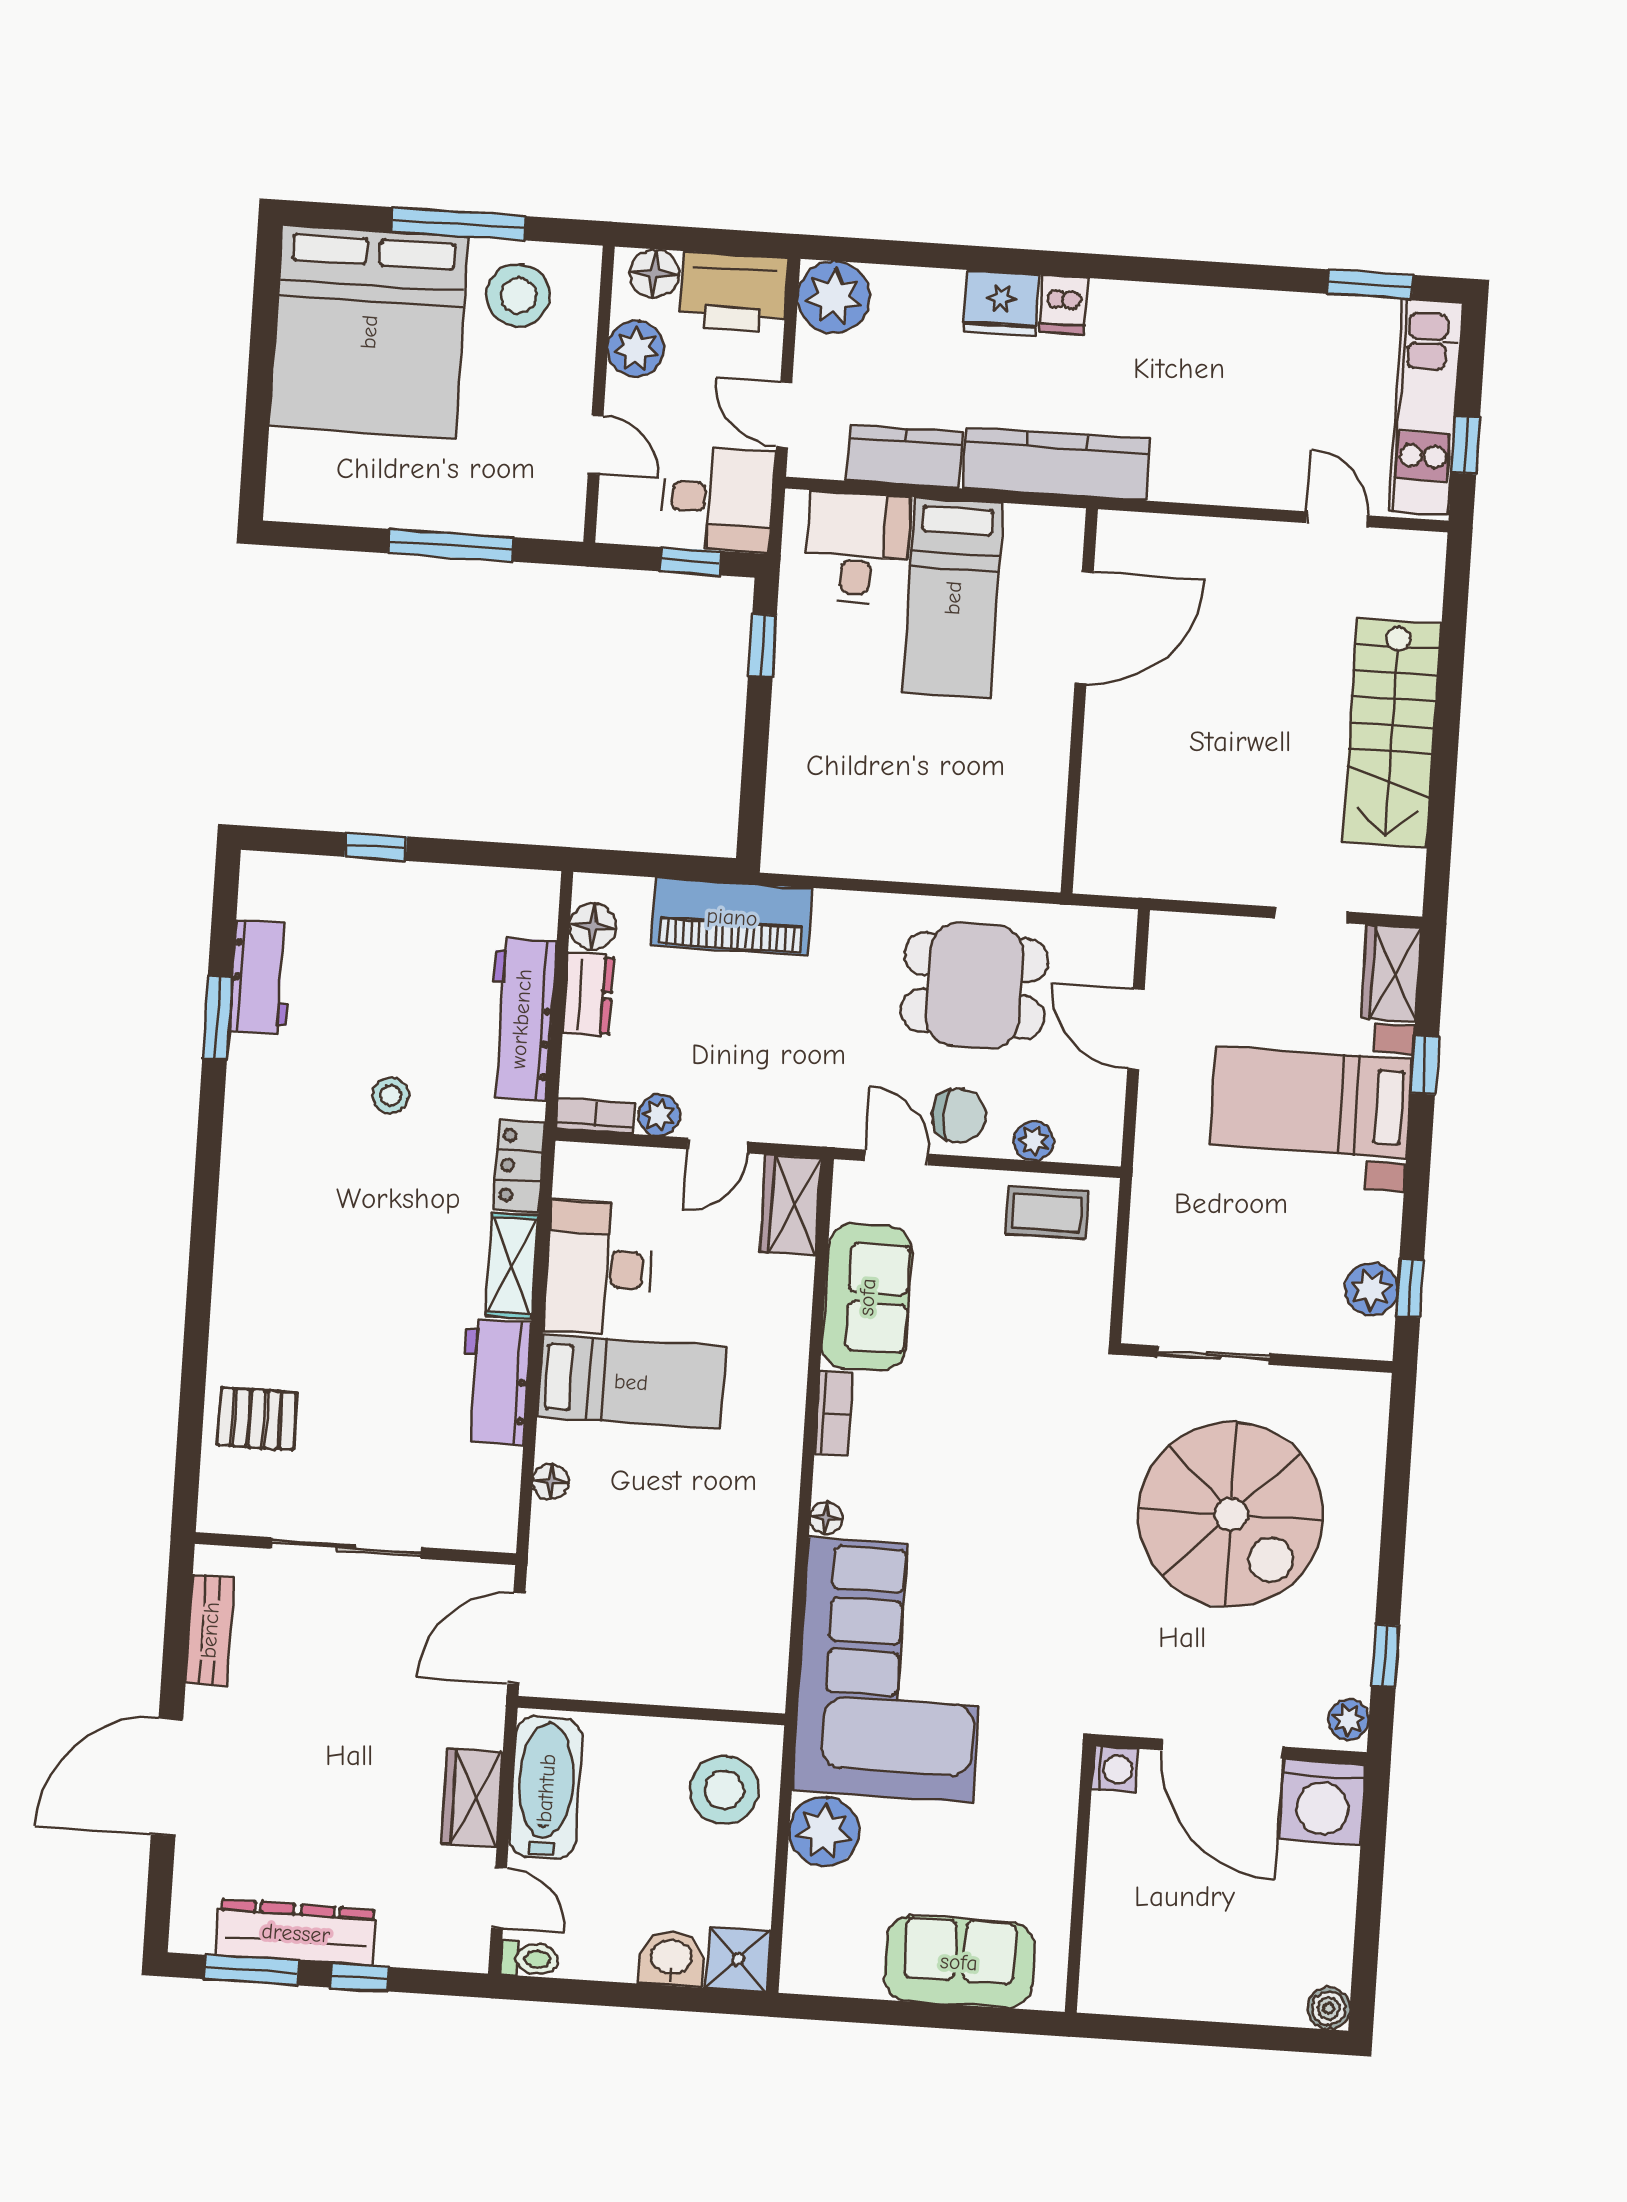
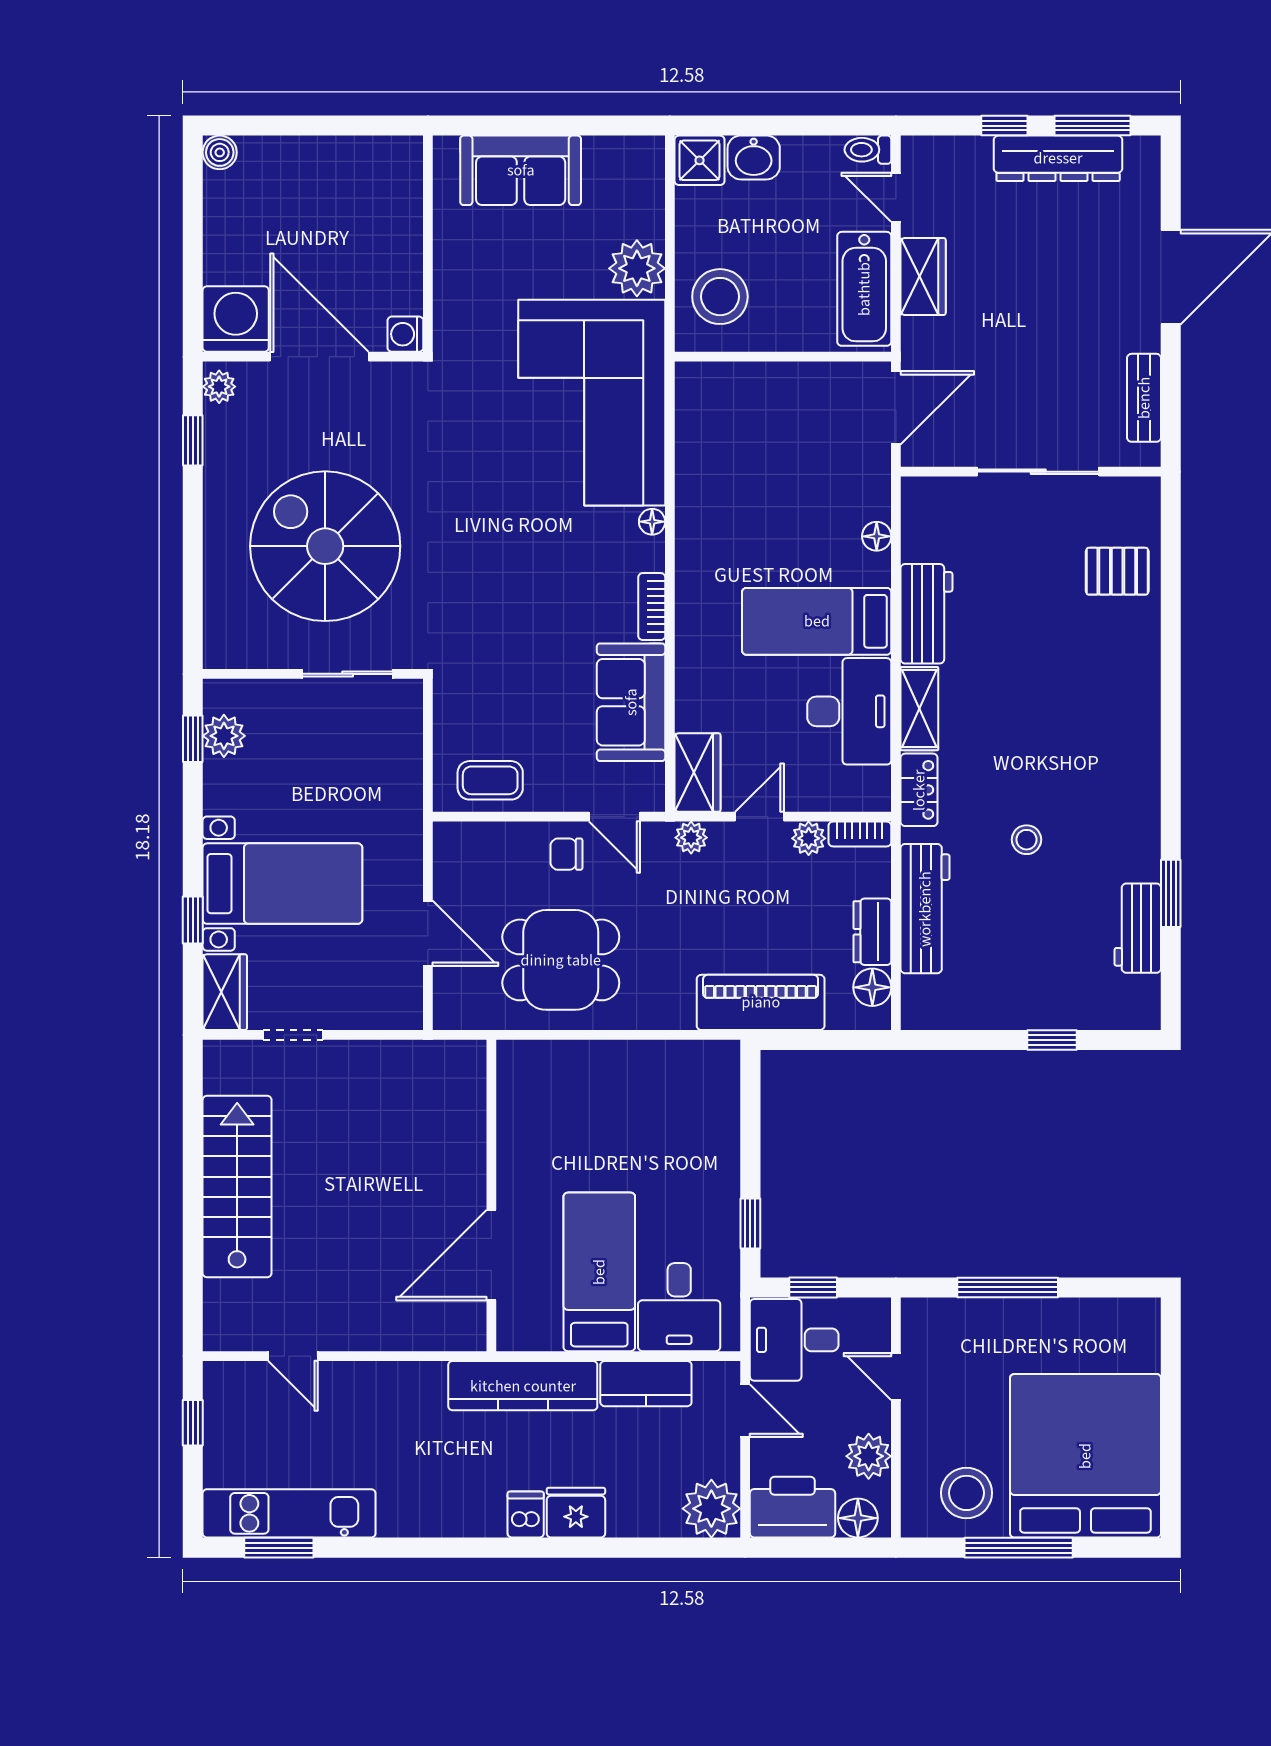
kitchen unit: (1426, 407) -> (289, 1513), moved, turned -90
chair: (959, 1115) -> (566, 854), width x0.73, depth x0.73
plant: (1034, 1141) -> (691, 838), moved

